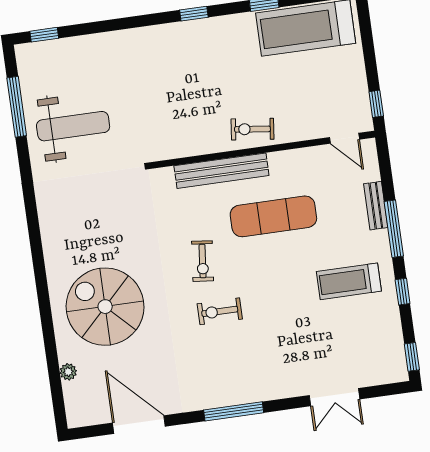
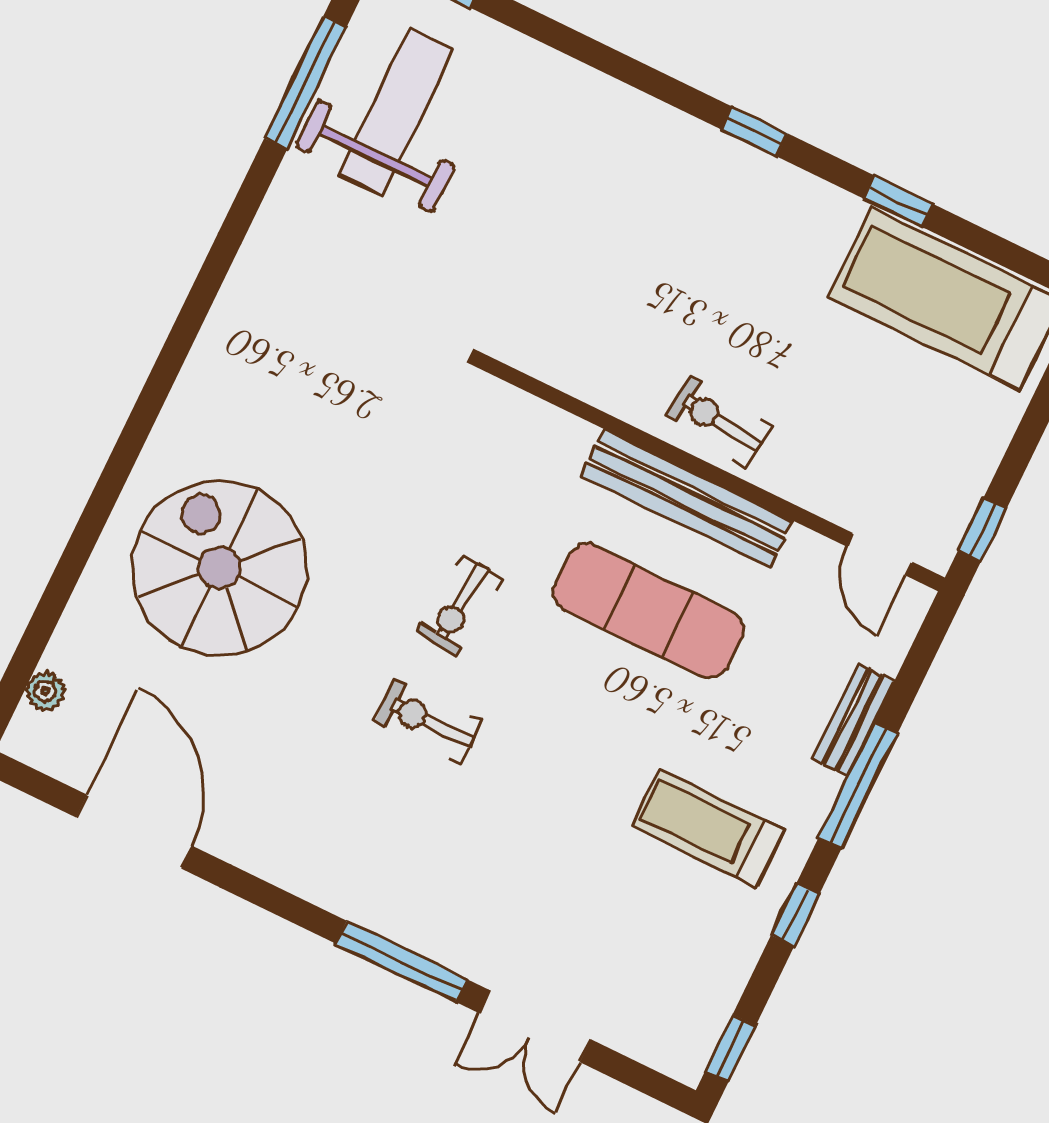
weight bench: (73, 126) -> (397, 112), moved, turned -90
bench: (221, 171) -> (687, 498), moved
plant: (68, 372) -> (45, 691), moved
window: (234, 411) -> (401, 961), moved

